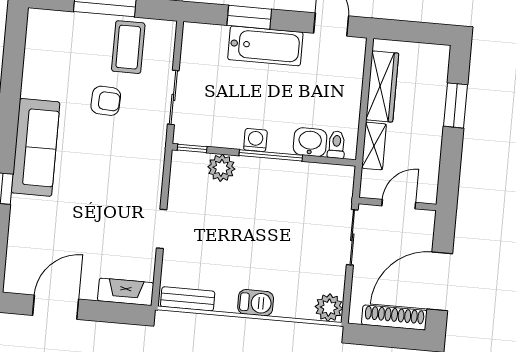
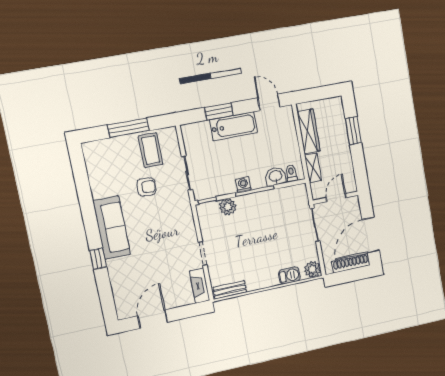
fireplace: (126, 292) -> (200, 286), moved, turned -90
barbecue: (256, 303) -> (289, 275), moved

